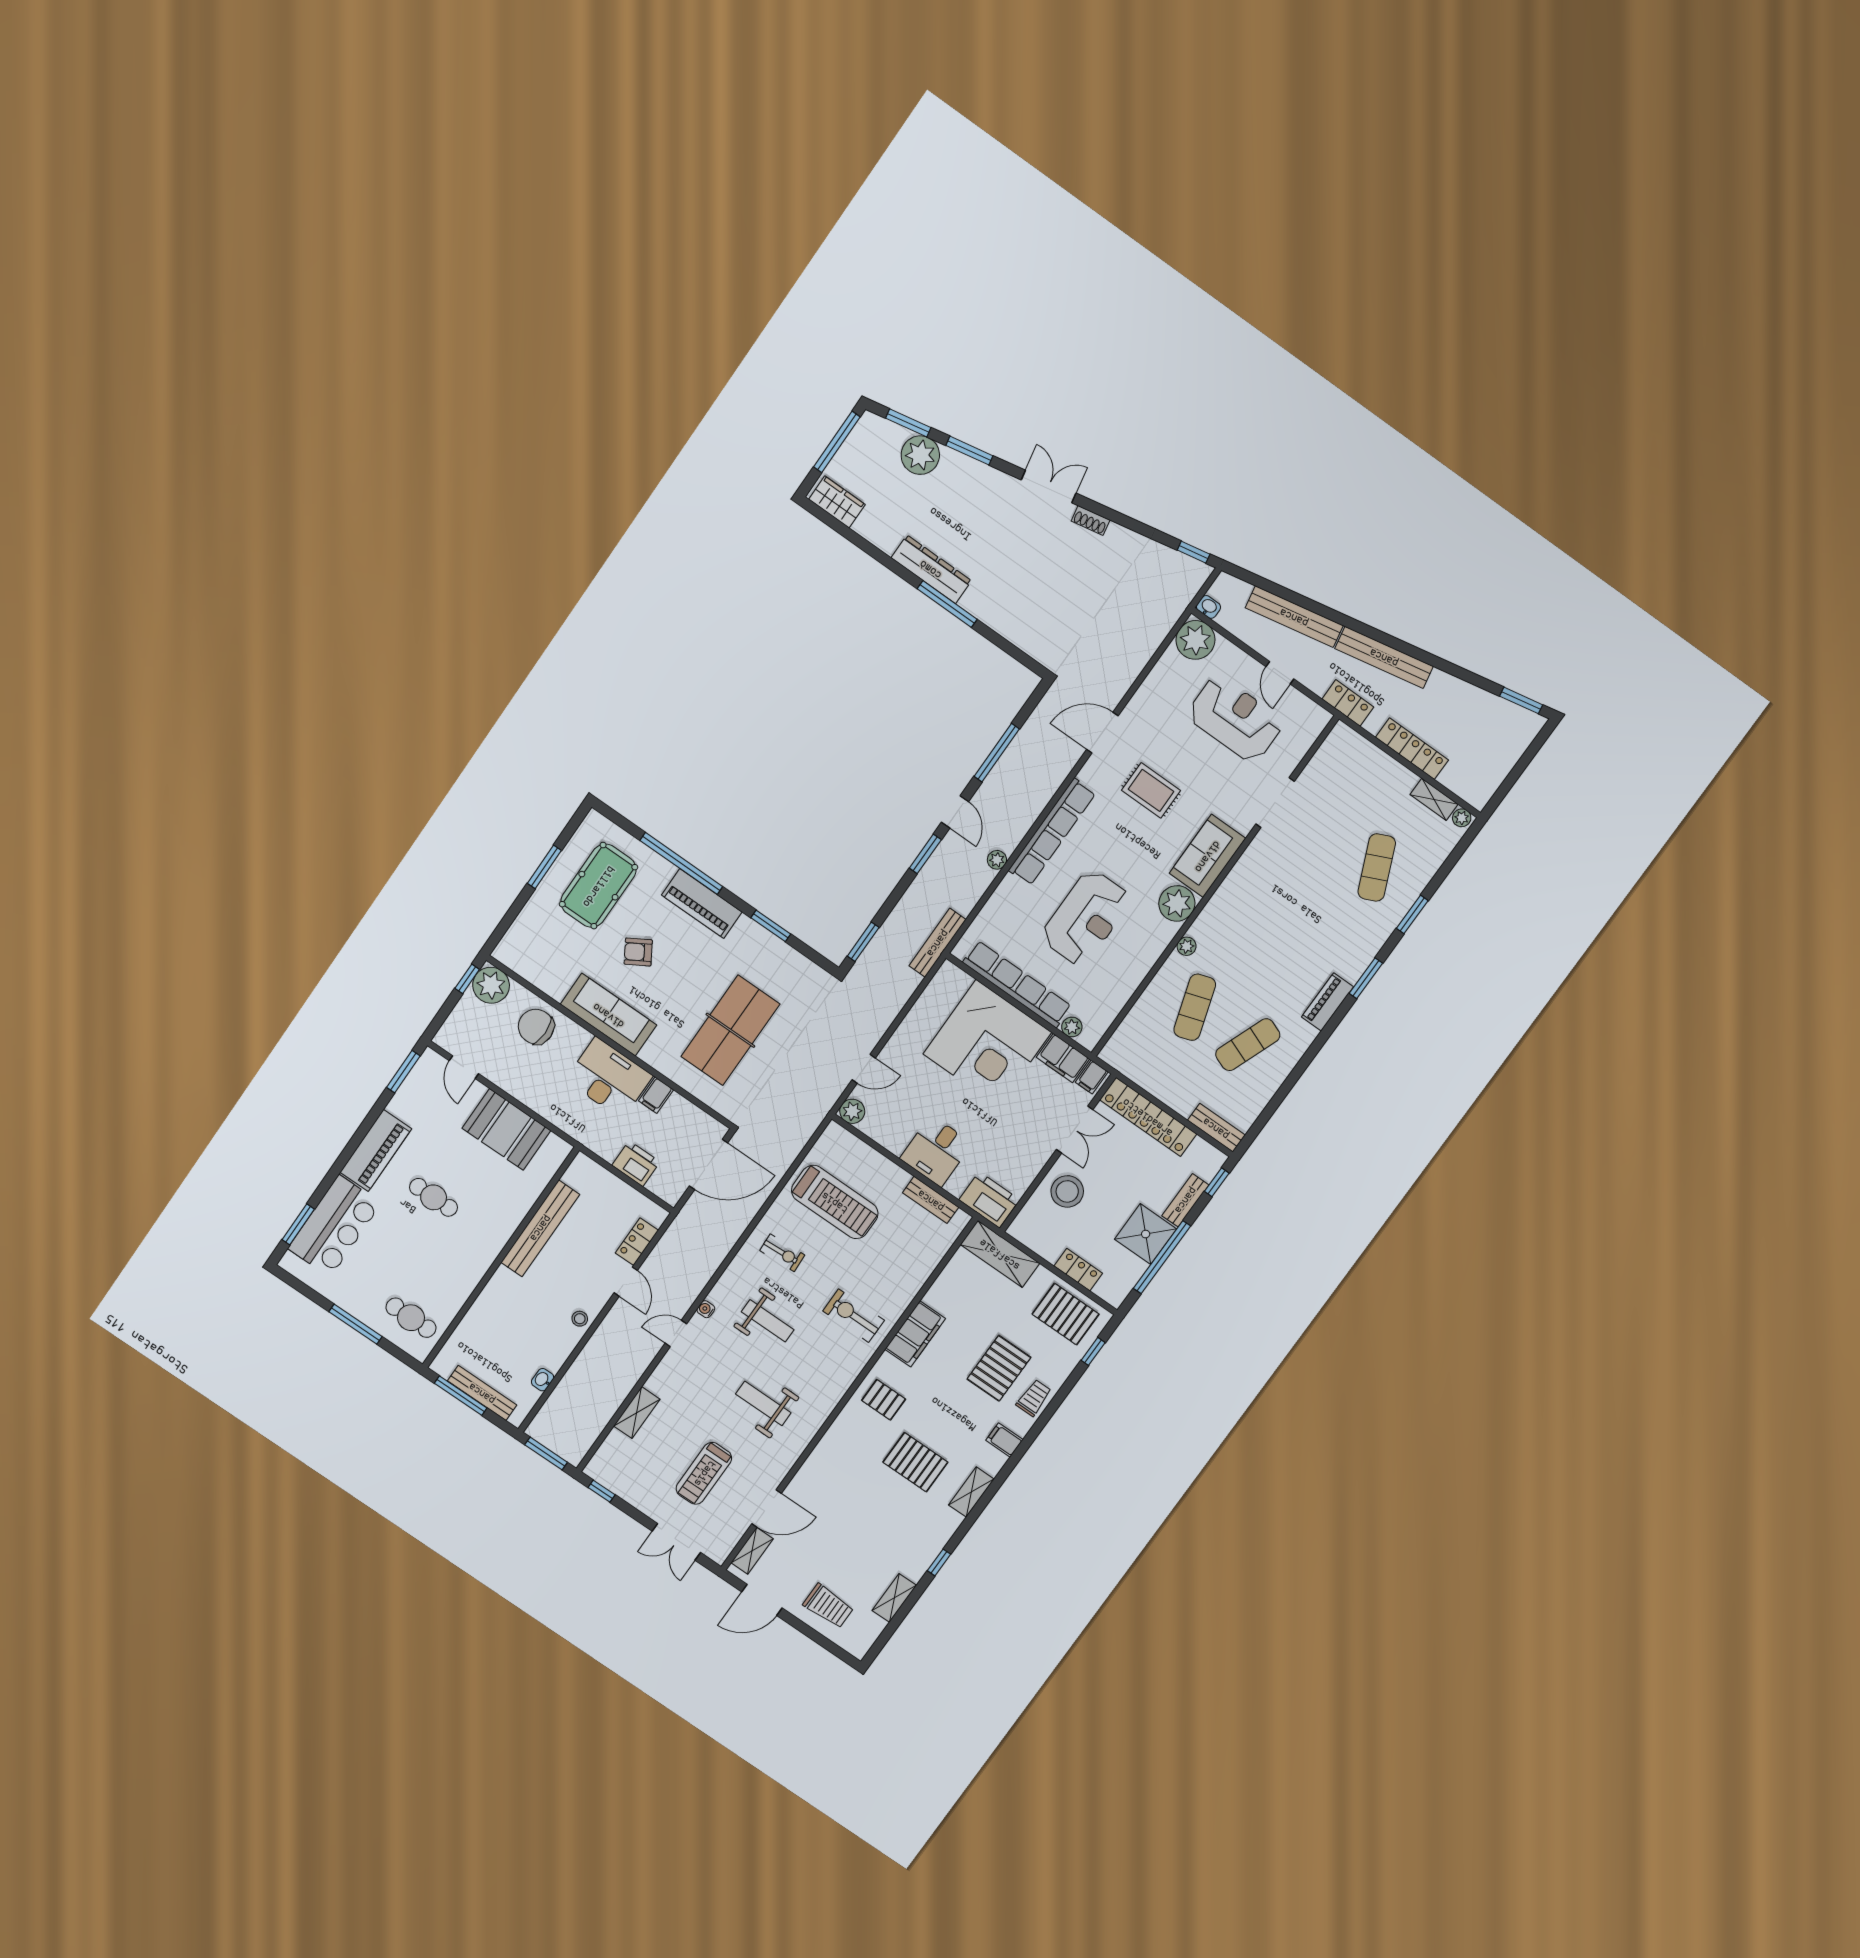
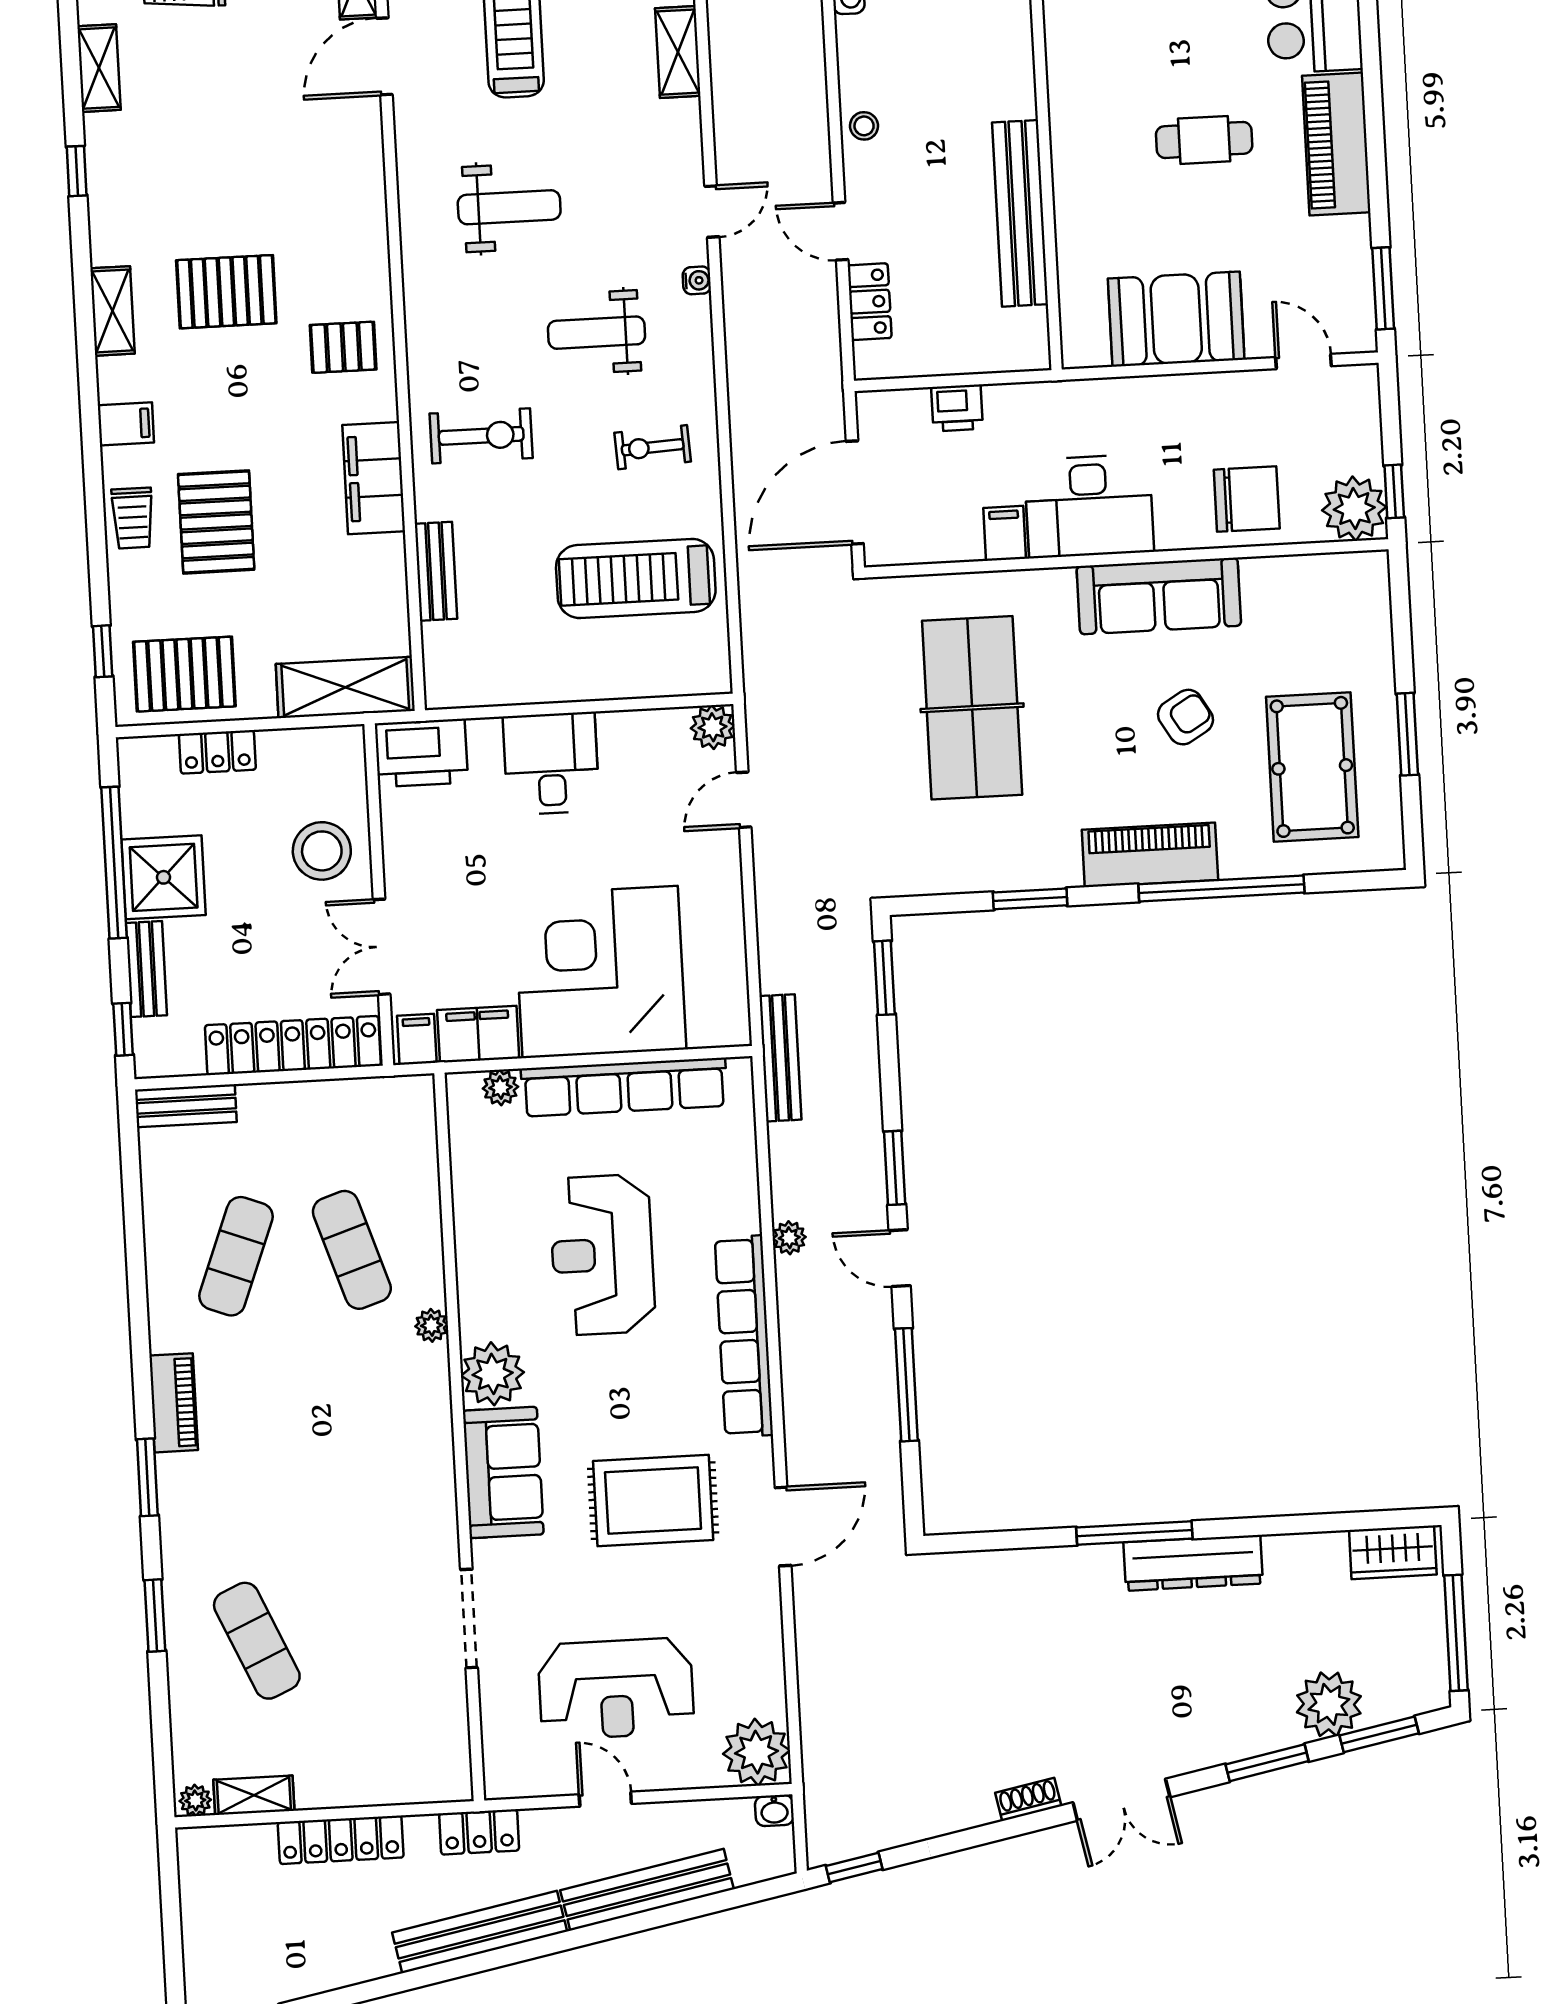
rug: (1151, 790) -> (653, 1501), width x1.36, depth x1.43
printer: (636, 1164) -> (957, 408), width x0.73, depth x0.81
bench: (931, 1200) -> (436, 571), moved, turned 90

